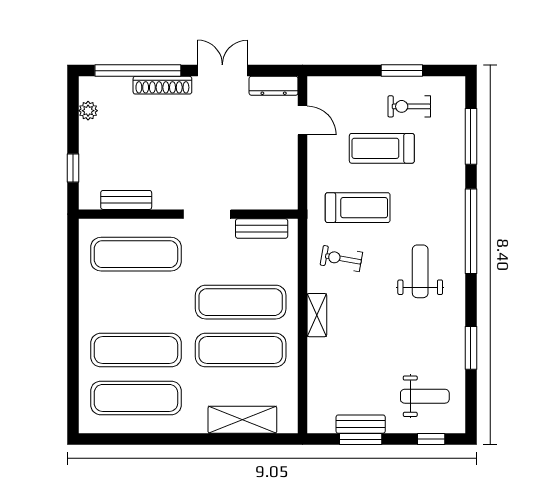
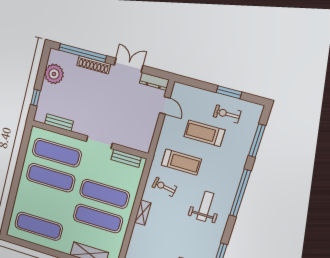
plant: (88, 111) -> (54, 74), width x1.88, depth x1.88
exercise mat: (136, 350) -> (51, 178), moved

